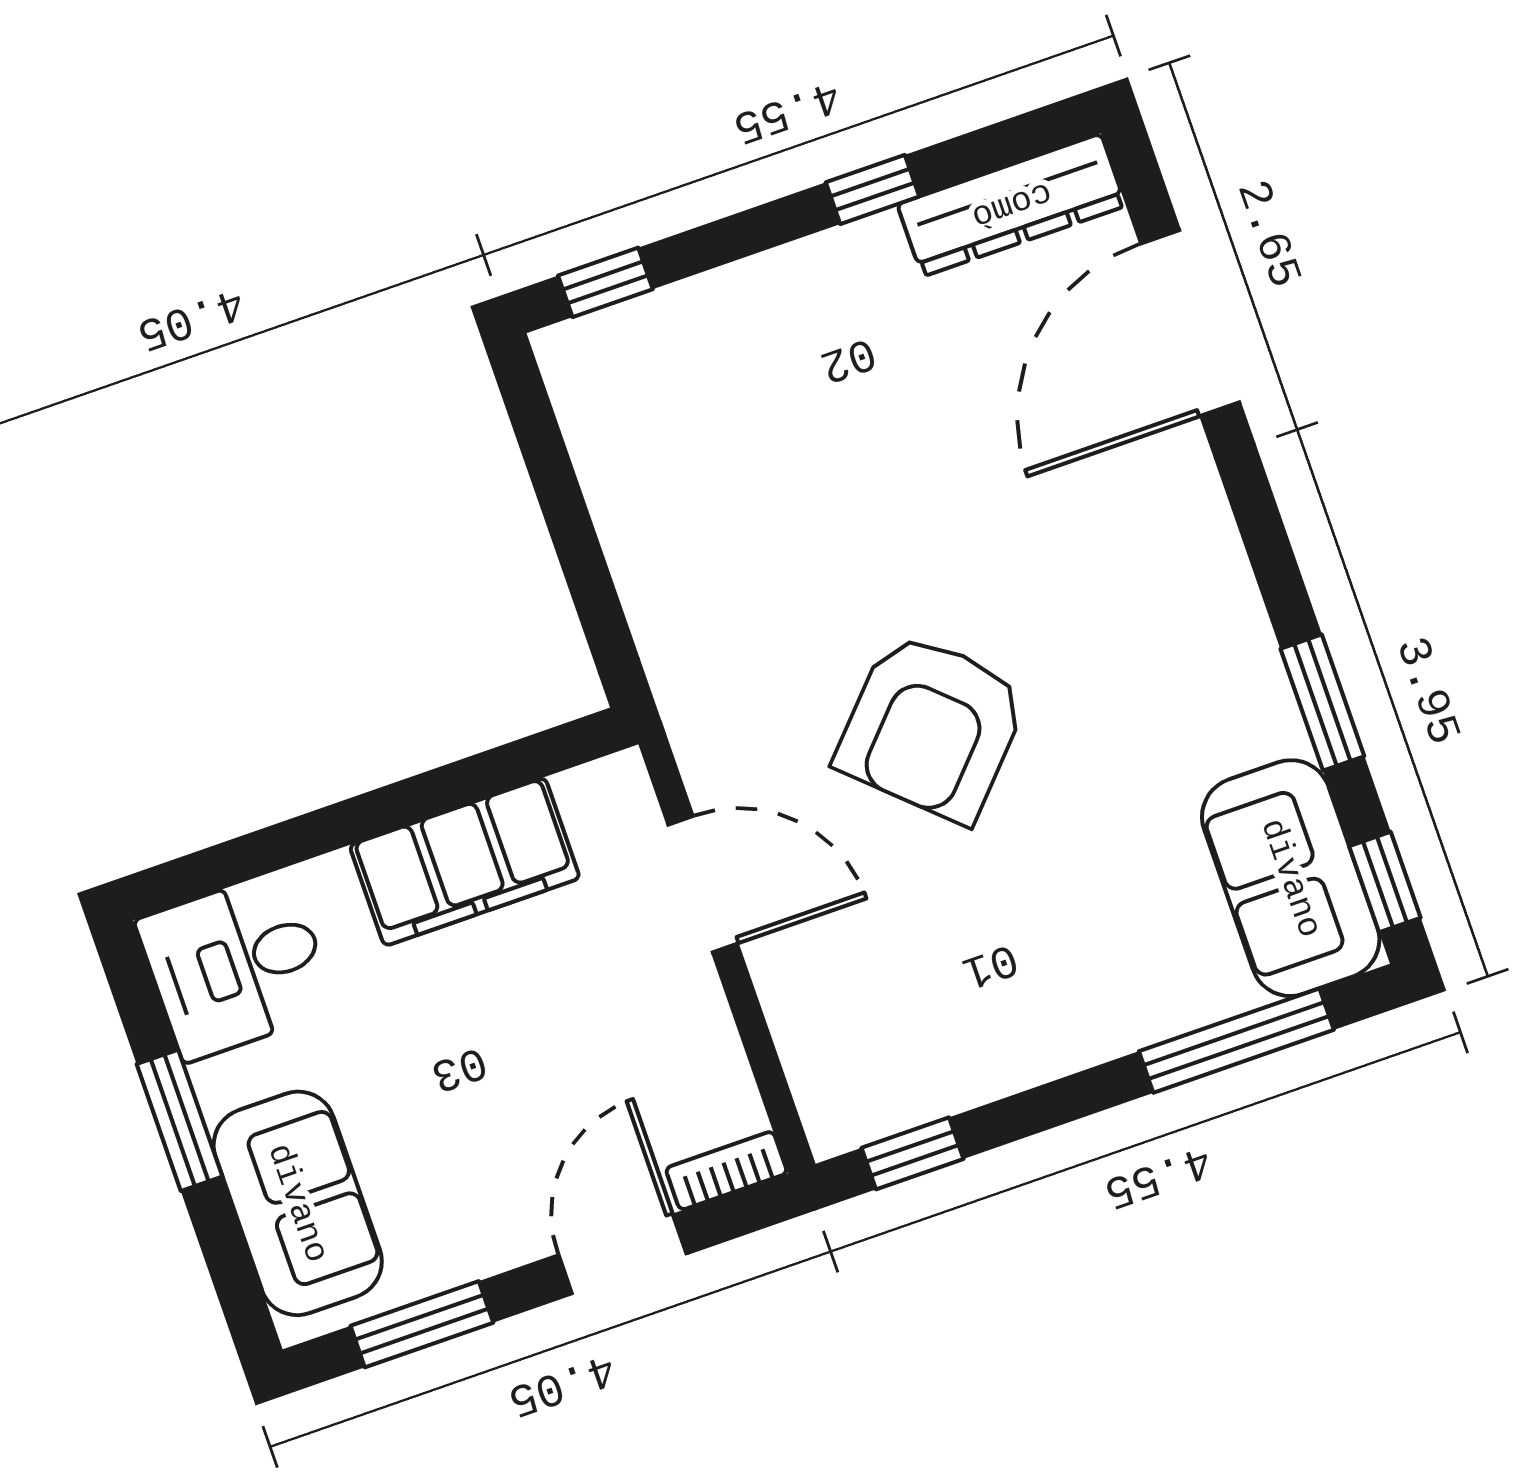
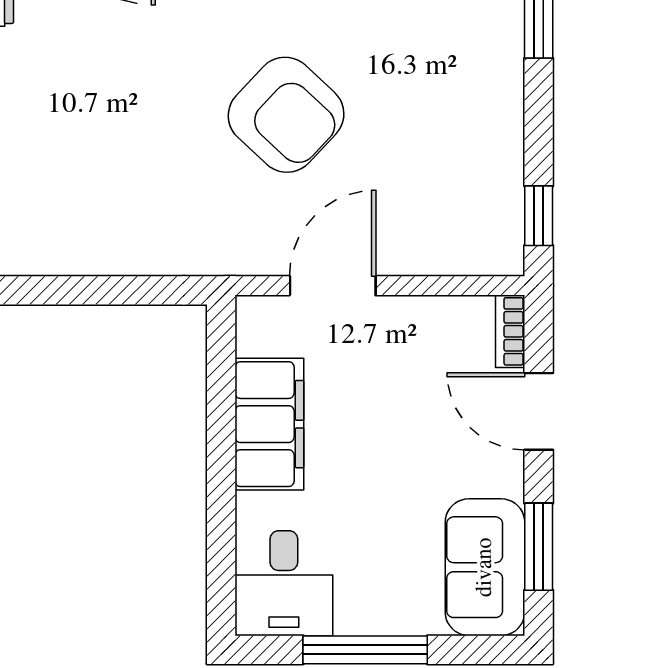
window: (180, 1120) -> (365, 650), width x1.44
sofa: (298, 1203) -> (485, 567), moved, turned -90

